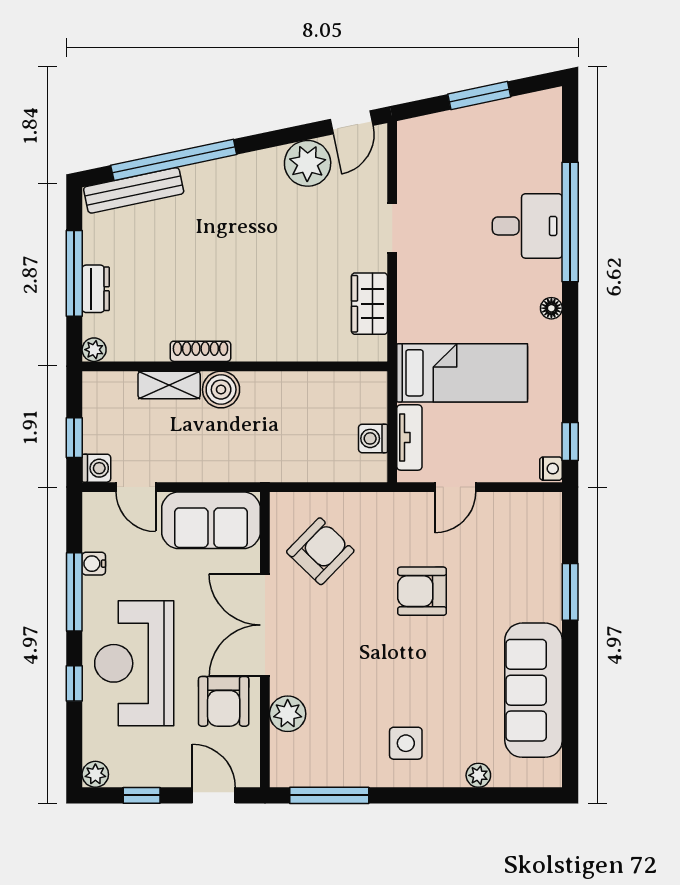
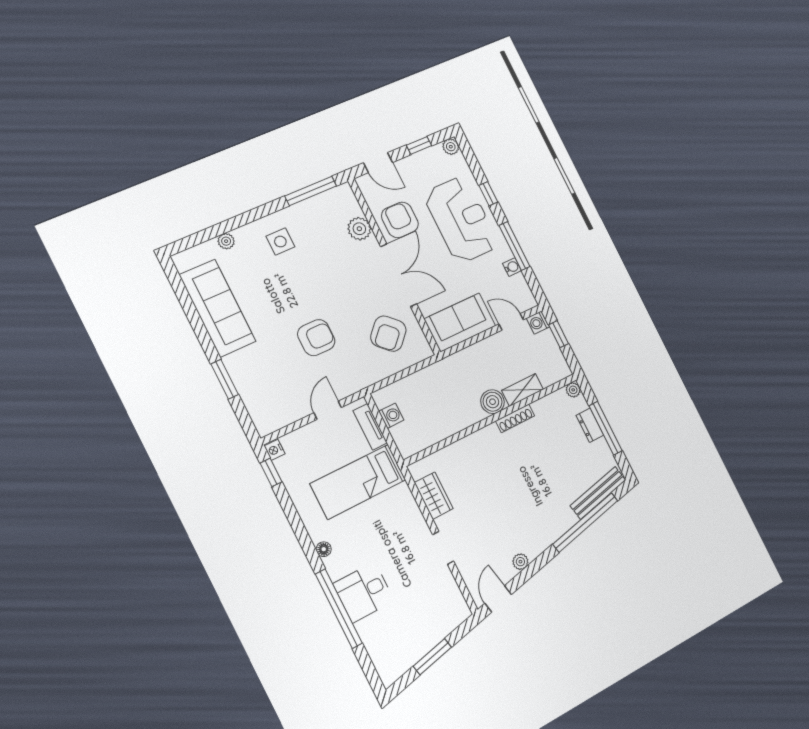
plant: (308, 163) -> (520, 562), width x0.53, depth x0.53

